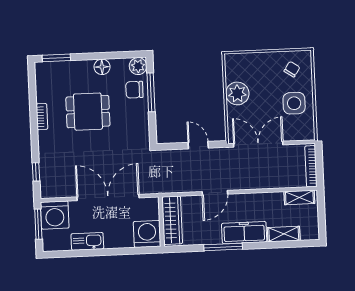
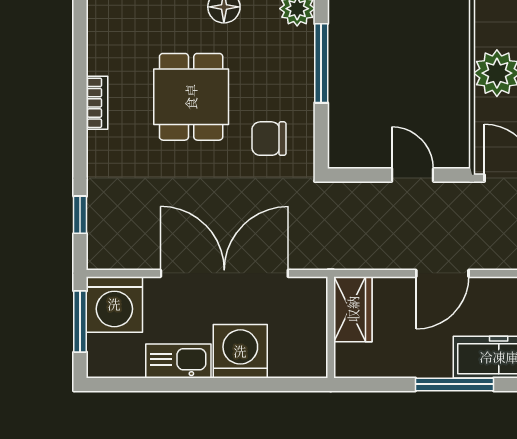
chair: (134, 90) -> (269, 139), moved
dining table: (88, 112) -> (191, 97), turned 90
wardrobe: (172, 220) -> (353, 309), width x0.67
washing machine: (147, 234) -> (240, 351), moved

